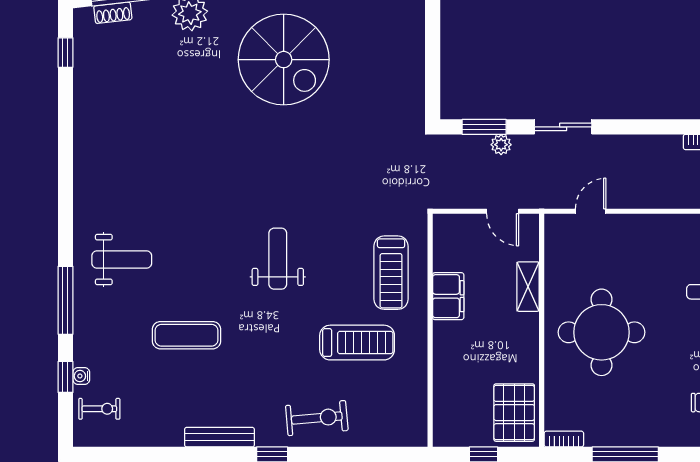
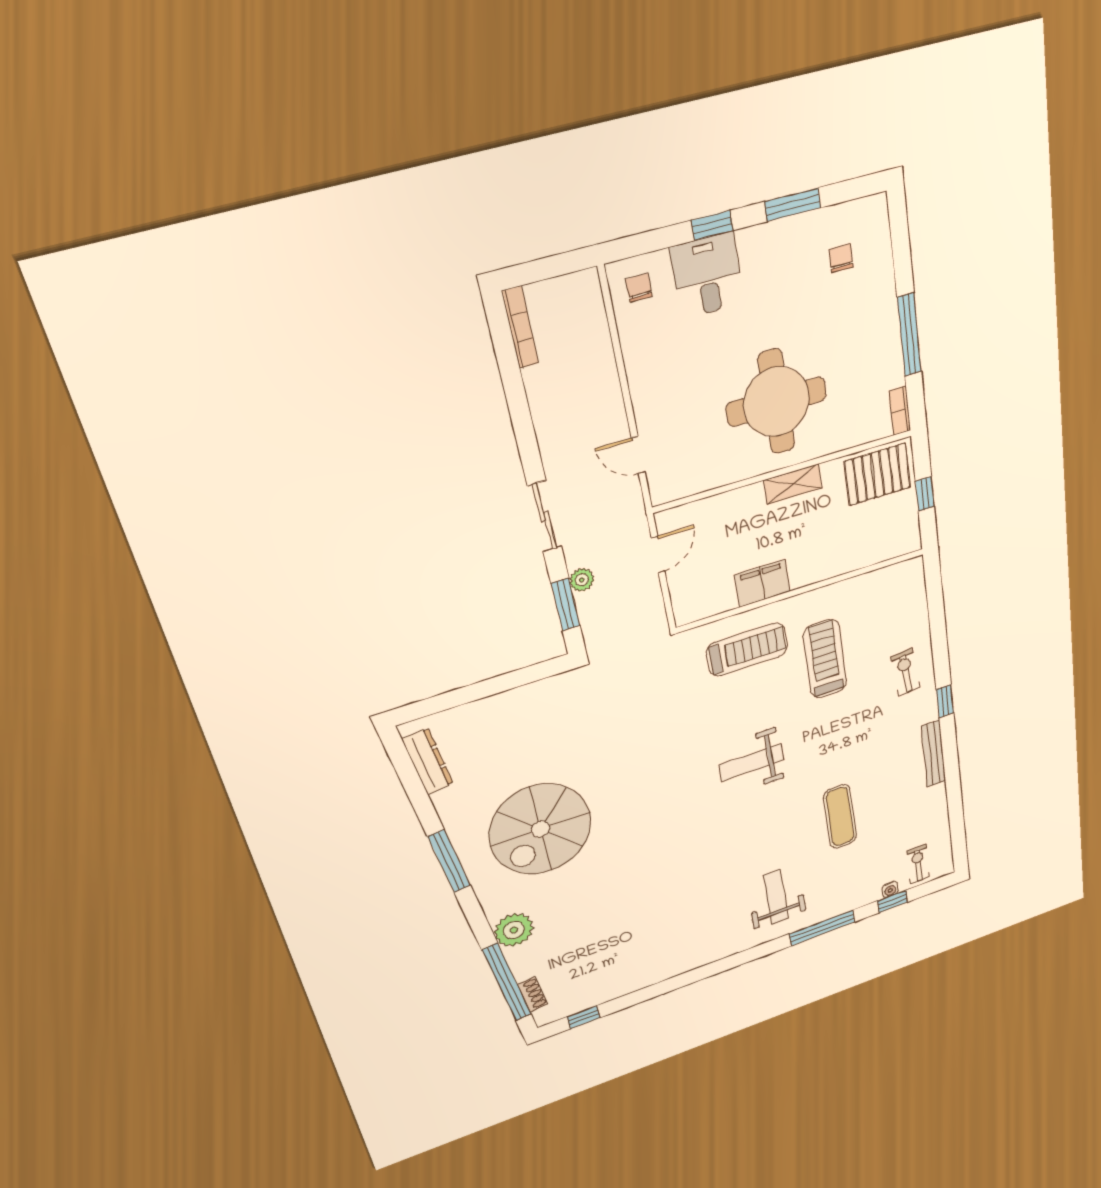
spiral stairs: (284, 60) -> (540, 829), turned 180
shelving: (528, 287) -> (793, 484), moved
exercise bike: (317, 418) -> (906, 672), width x0.73, depth x0.72

